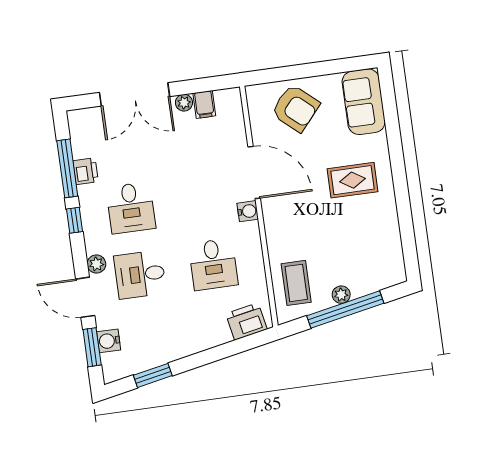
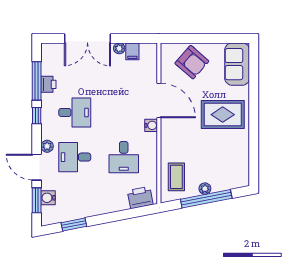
rug: (353, 180) -> (223, 115), width x1.36, depth x1.43
desk: (131, 208) -> (75, 112), turned -90

